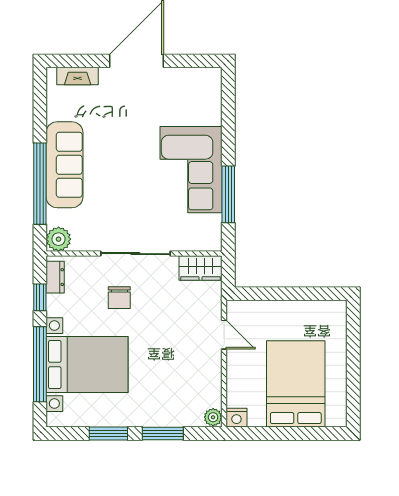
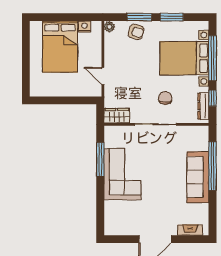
plant: (59, 239) -> (201, 133), removed
dresser: (55, 277) -> (203, 106), width x1.44
armchair: (168, 409) -> (136, 32), added
nightstand: (236, 418) -> (85, 27), moved

